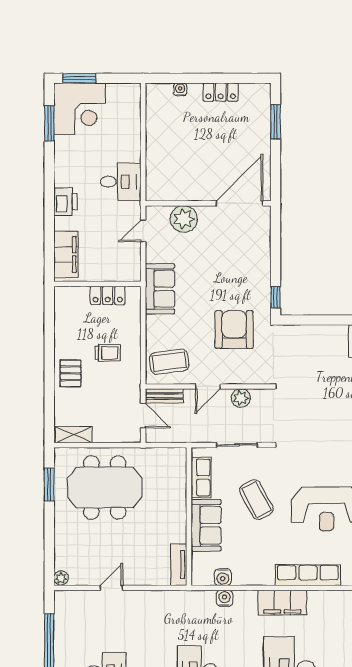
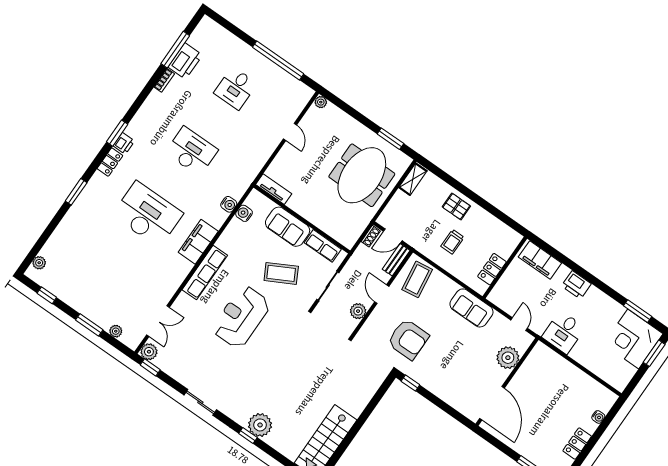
shoe rack: (158, 437) -> (371, 236), added

